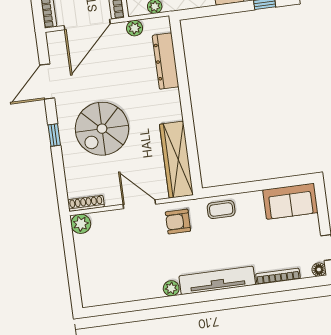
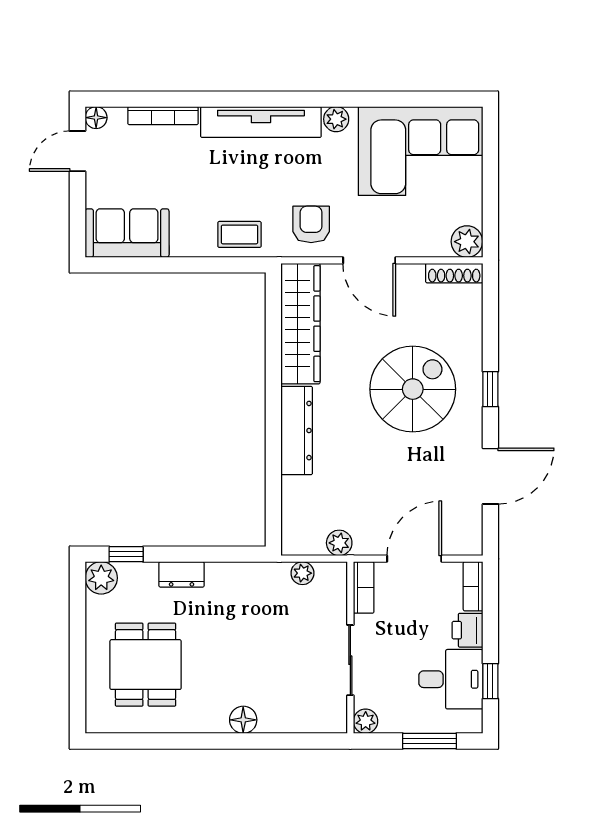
door: (87, 25) -> (414, 559), width x0.73
dresser: (166, 61) -> (297, 431), moved
armchair: (178, 222) -> (311, 224), turned -90
corner sofa: (117, 276) -> (421, 151), added

